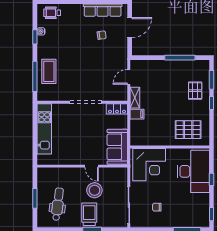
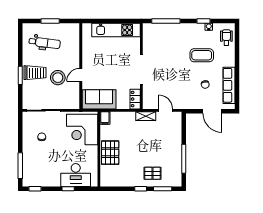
coffee table: (49, 71) -> (202, 55), moved
filing cabinet: (137, 114) -> (105, 118), moved
pallet: (188, 130) -> (110, 153), moved
desk: (193, 171) -> (76, 175), width x0.73, depth x0.77

